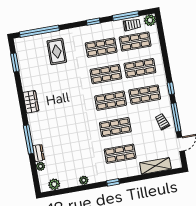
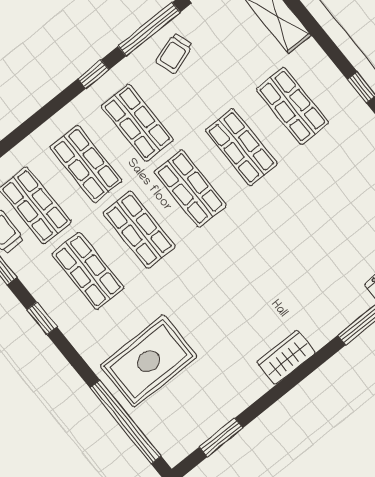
rug: (57, 52) -> (149, 361), width x1.36, depth x1.43

